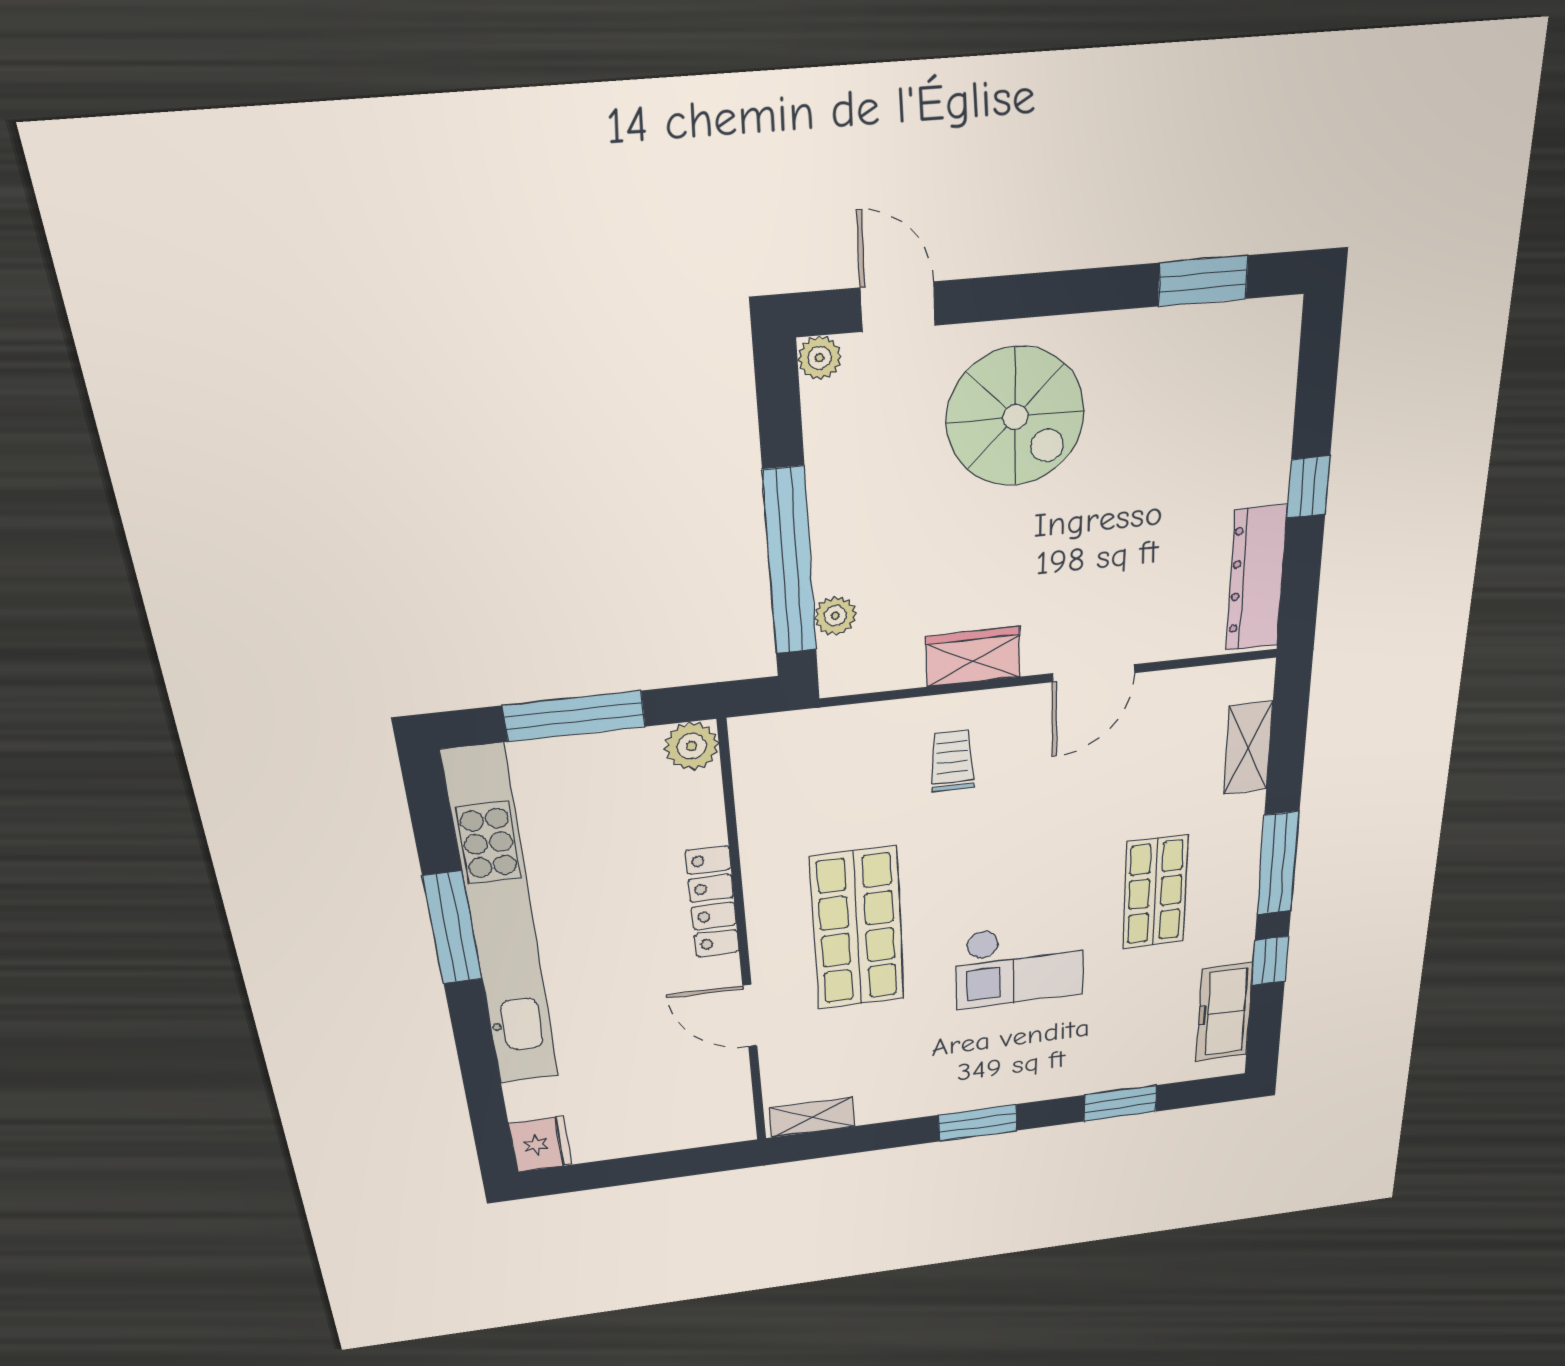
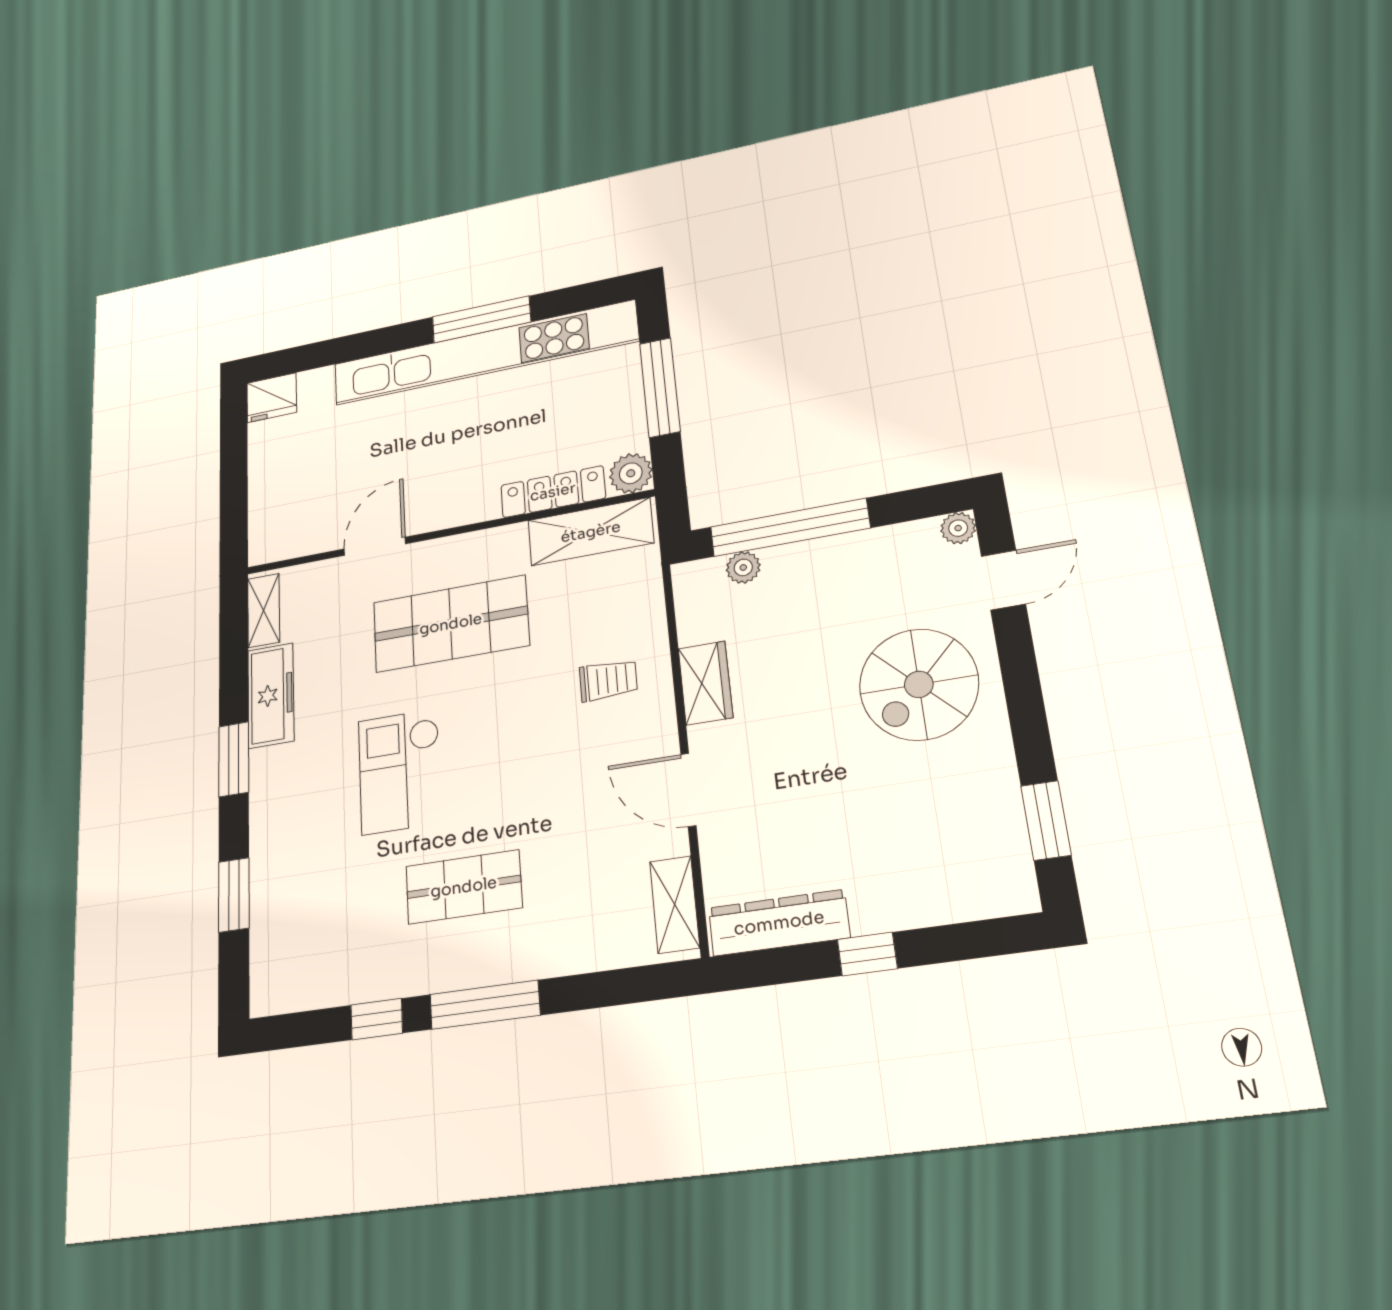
shelving: (1248, 748) -> (675, 904), moved, turned 90
shelving: (764, 788) -> (591, 532), added
locker: (712, 902) -> (553, 492), moved
freezer: (1224, 1012) -> (271, 695), moved, turned 90

